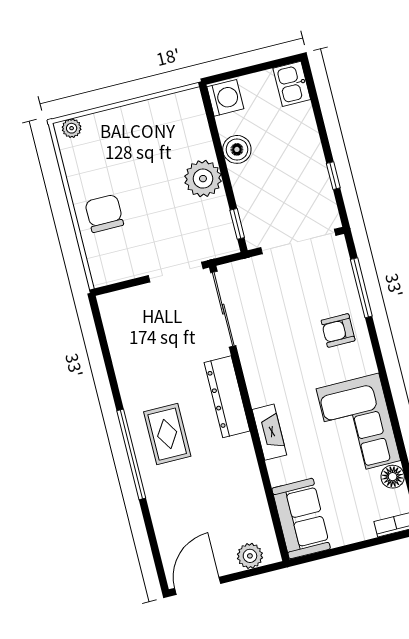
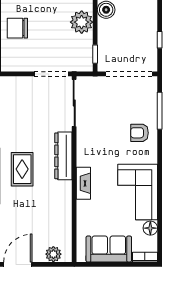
chair: (104, 213) -> (17, 28), turned -90
sofa: (301, 519) -> (109, 249), moved, turned -90

